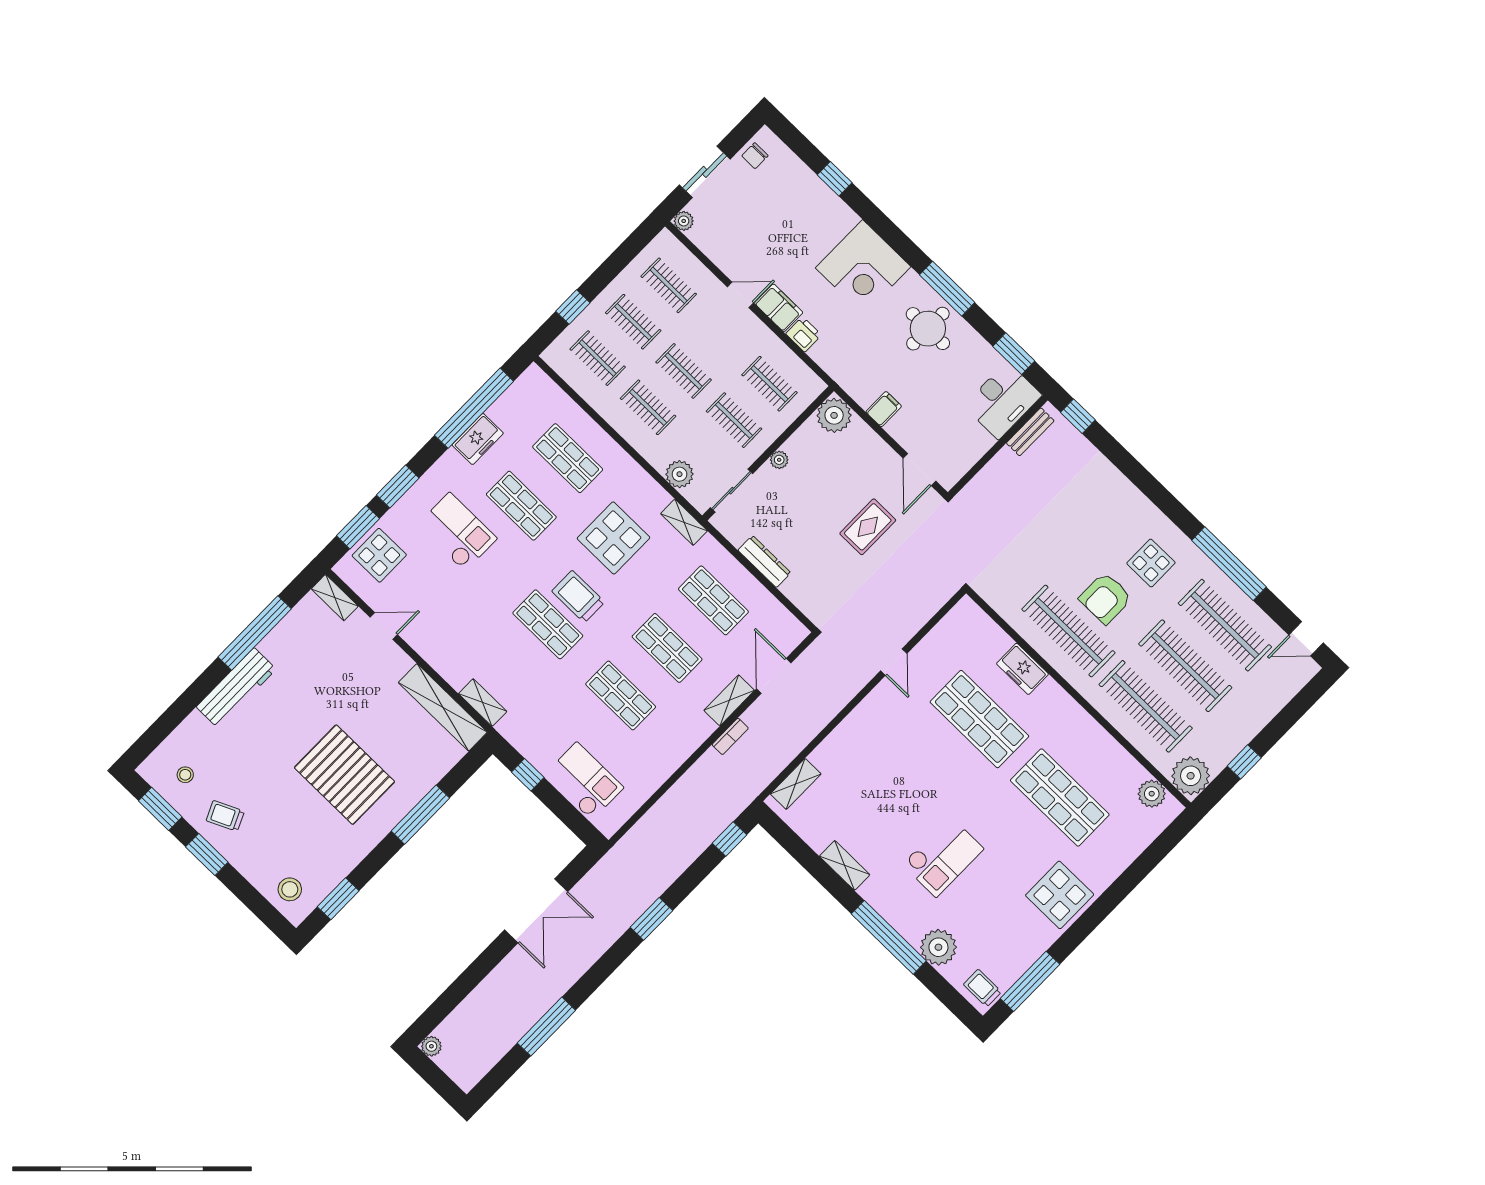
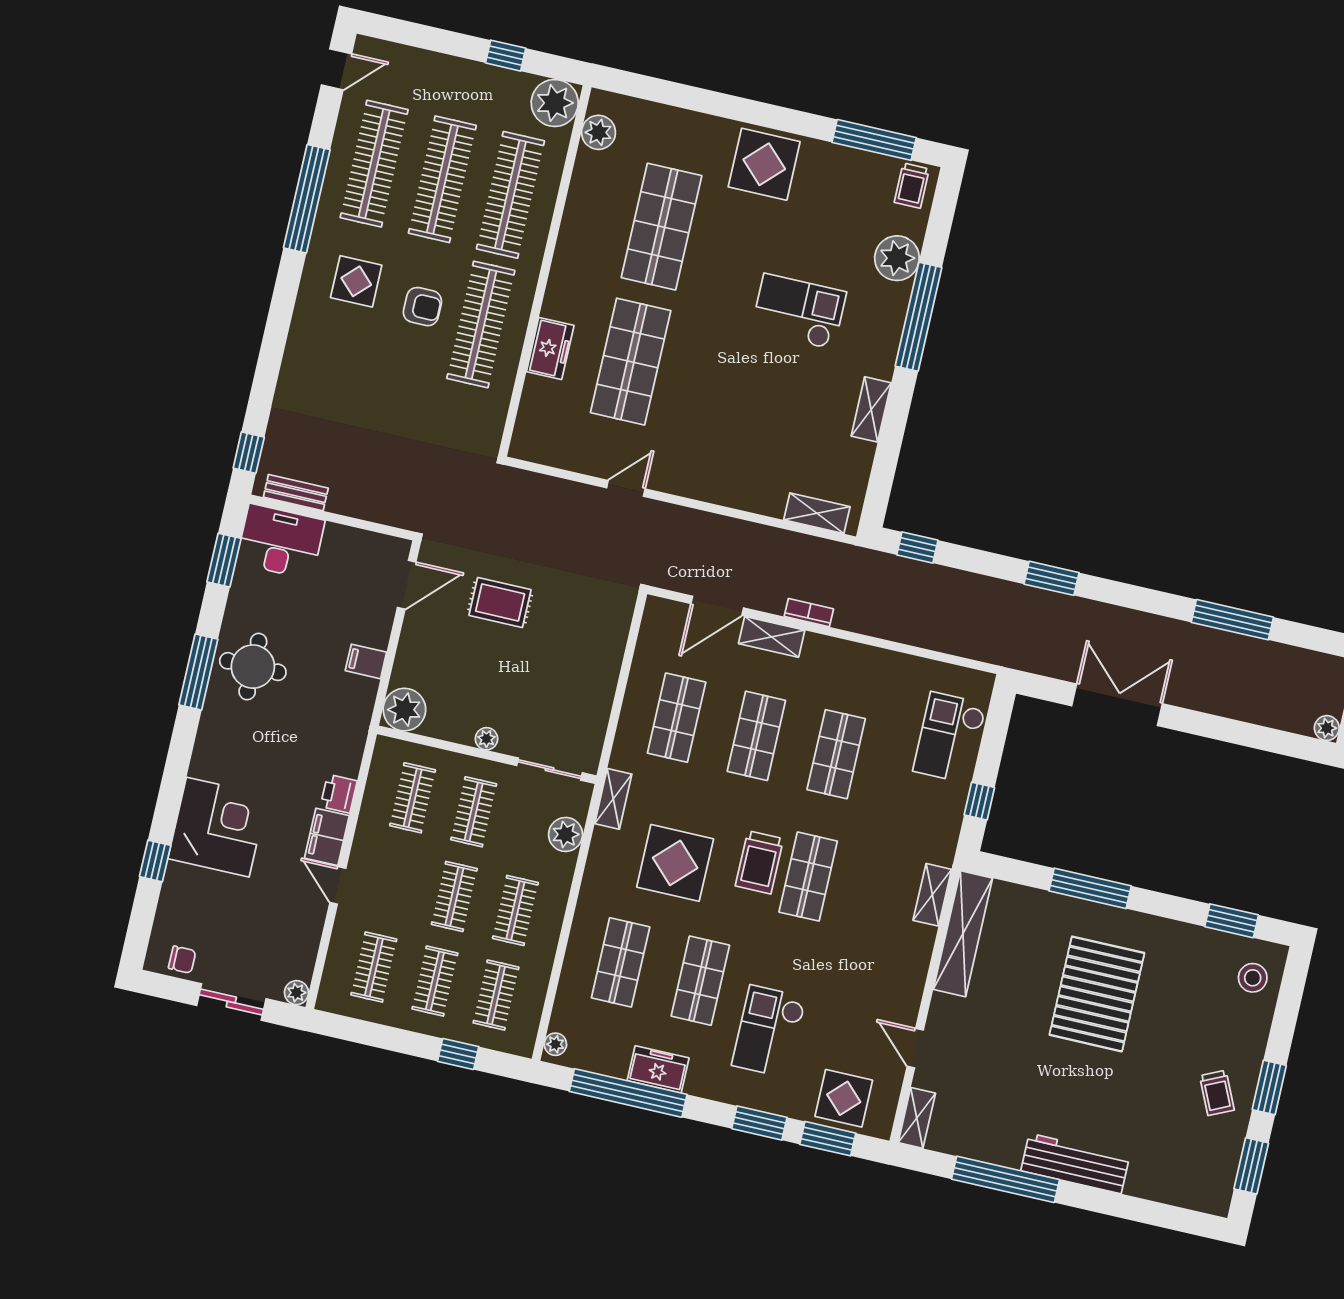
corner desk: (863, 267) -> (218, 827), moved
plant: (539, 378) -> (555, 1044), added
dresser: (764, 561) -> (603, 689), removed
armchair: (1105, 598) -> (422, 307), width x0.72, depth x0.72
door: (1306, 639) -> (336, 69), hinge flipped
stool: (185, 775) -> (1199, 1161), removed

